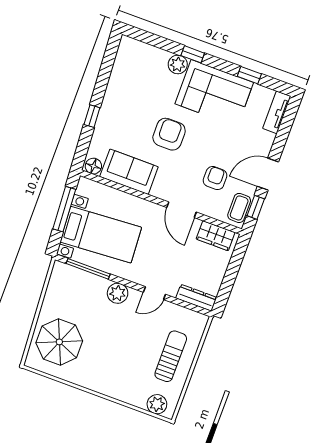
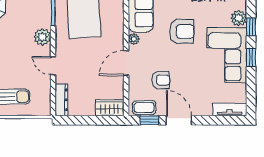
window: (249, 75) -> (251, 58), moved
plant: (158, 191) -> (134, 39), added
wardrobe: (216, 236) -> (110, 108), moved, turned 90

